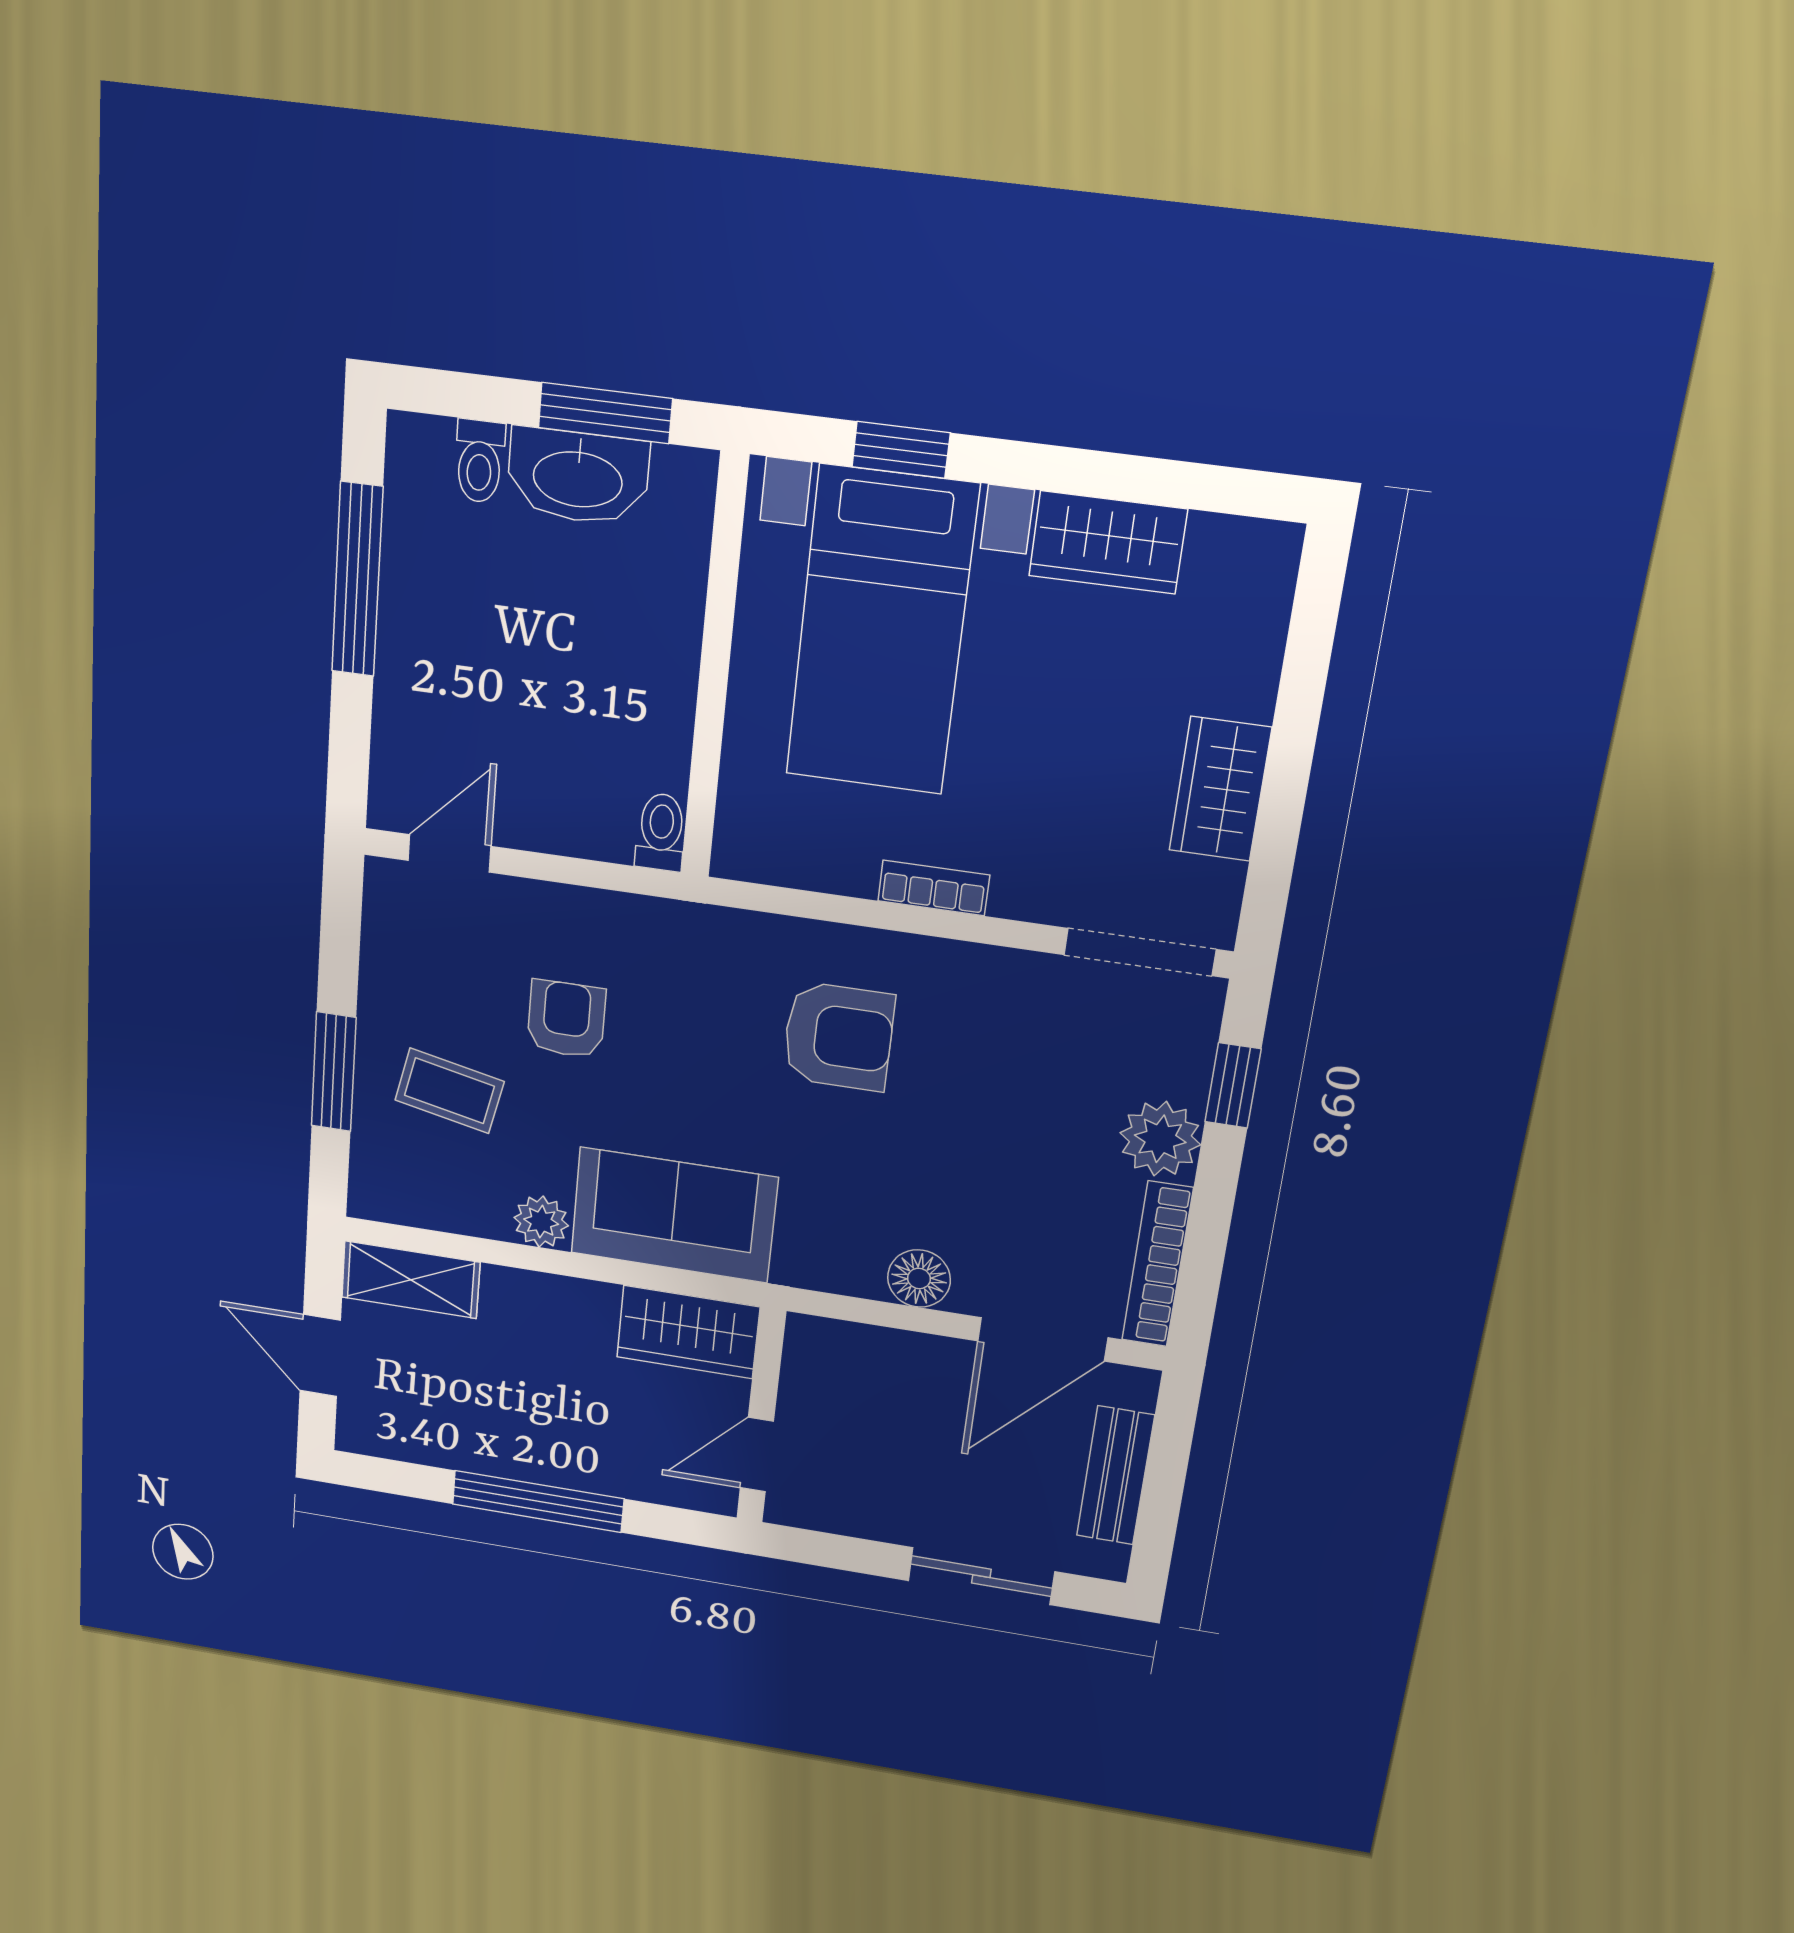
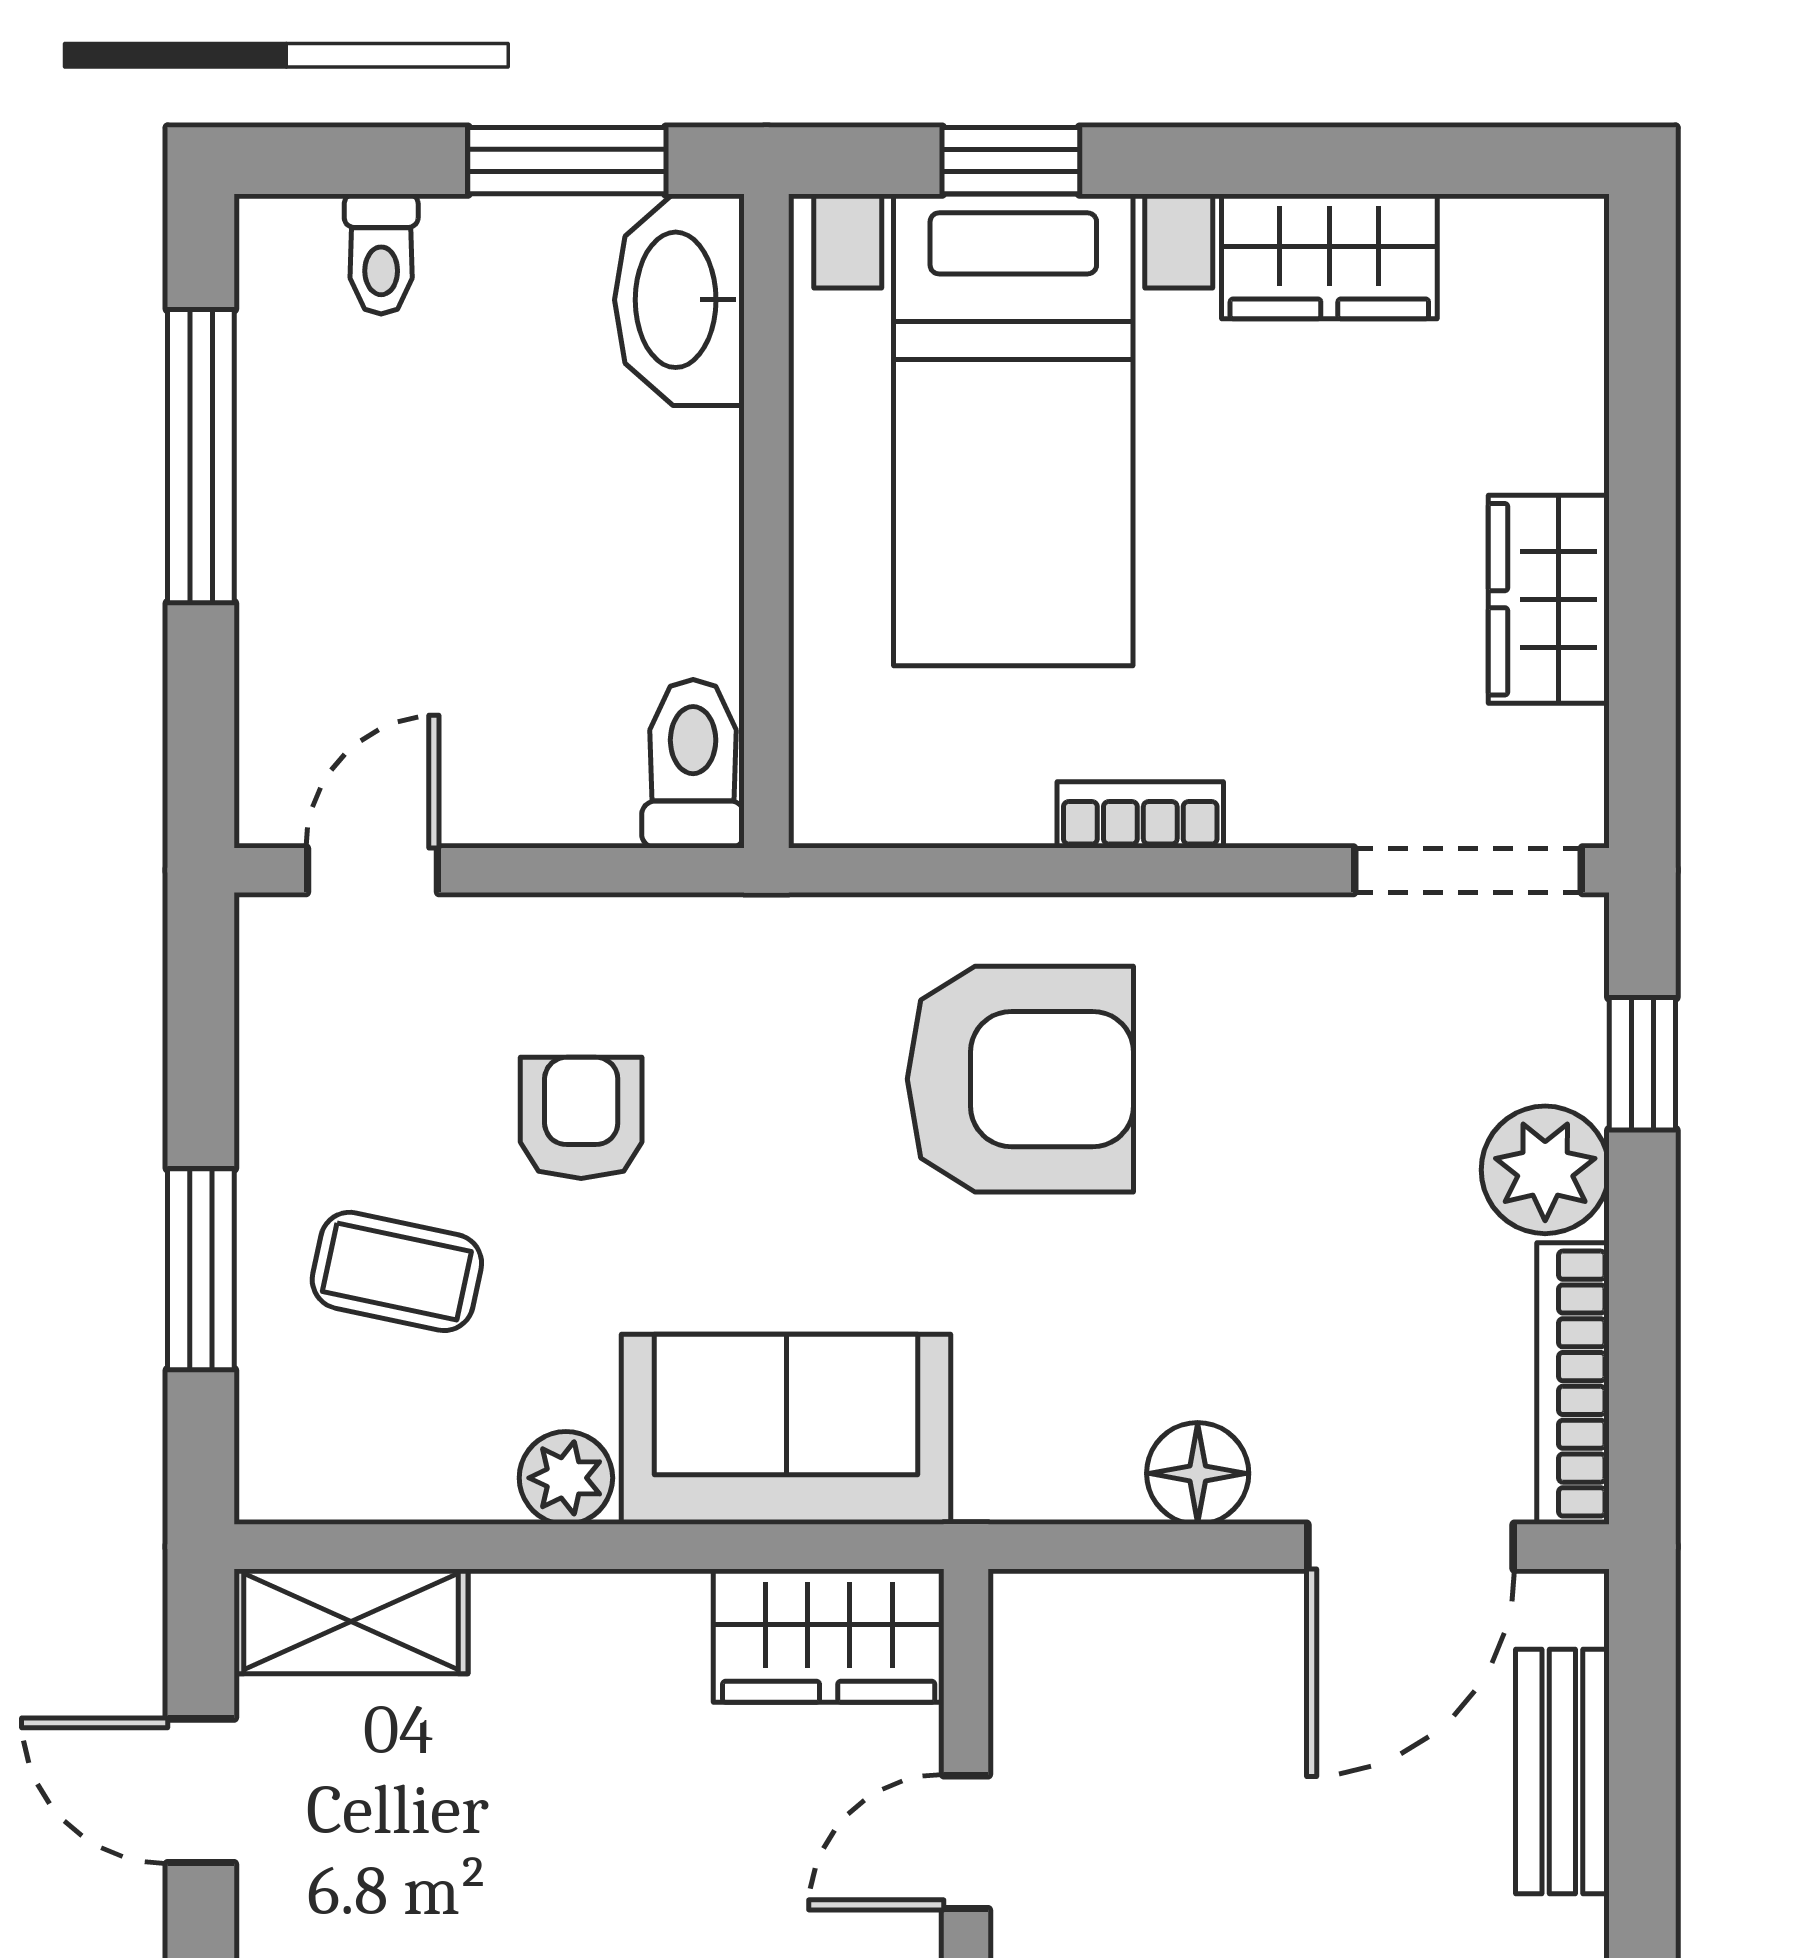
washbasin: (578, 477) -> (679, 300), moved, turned 90
toilet: (661, 832) -> (693, 764), width x1.37, depth x1.39
armchair: (838, 1036) -> (1020, 1079), width x1.36, depth x1.36

